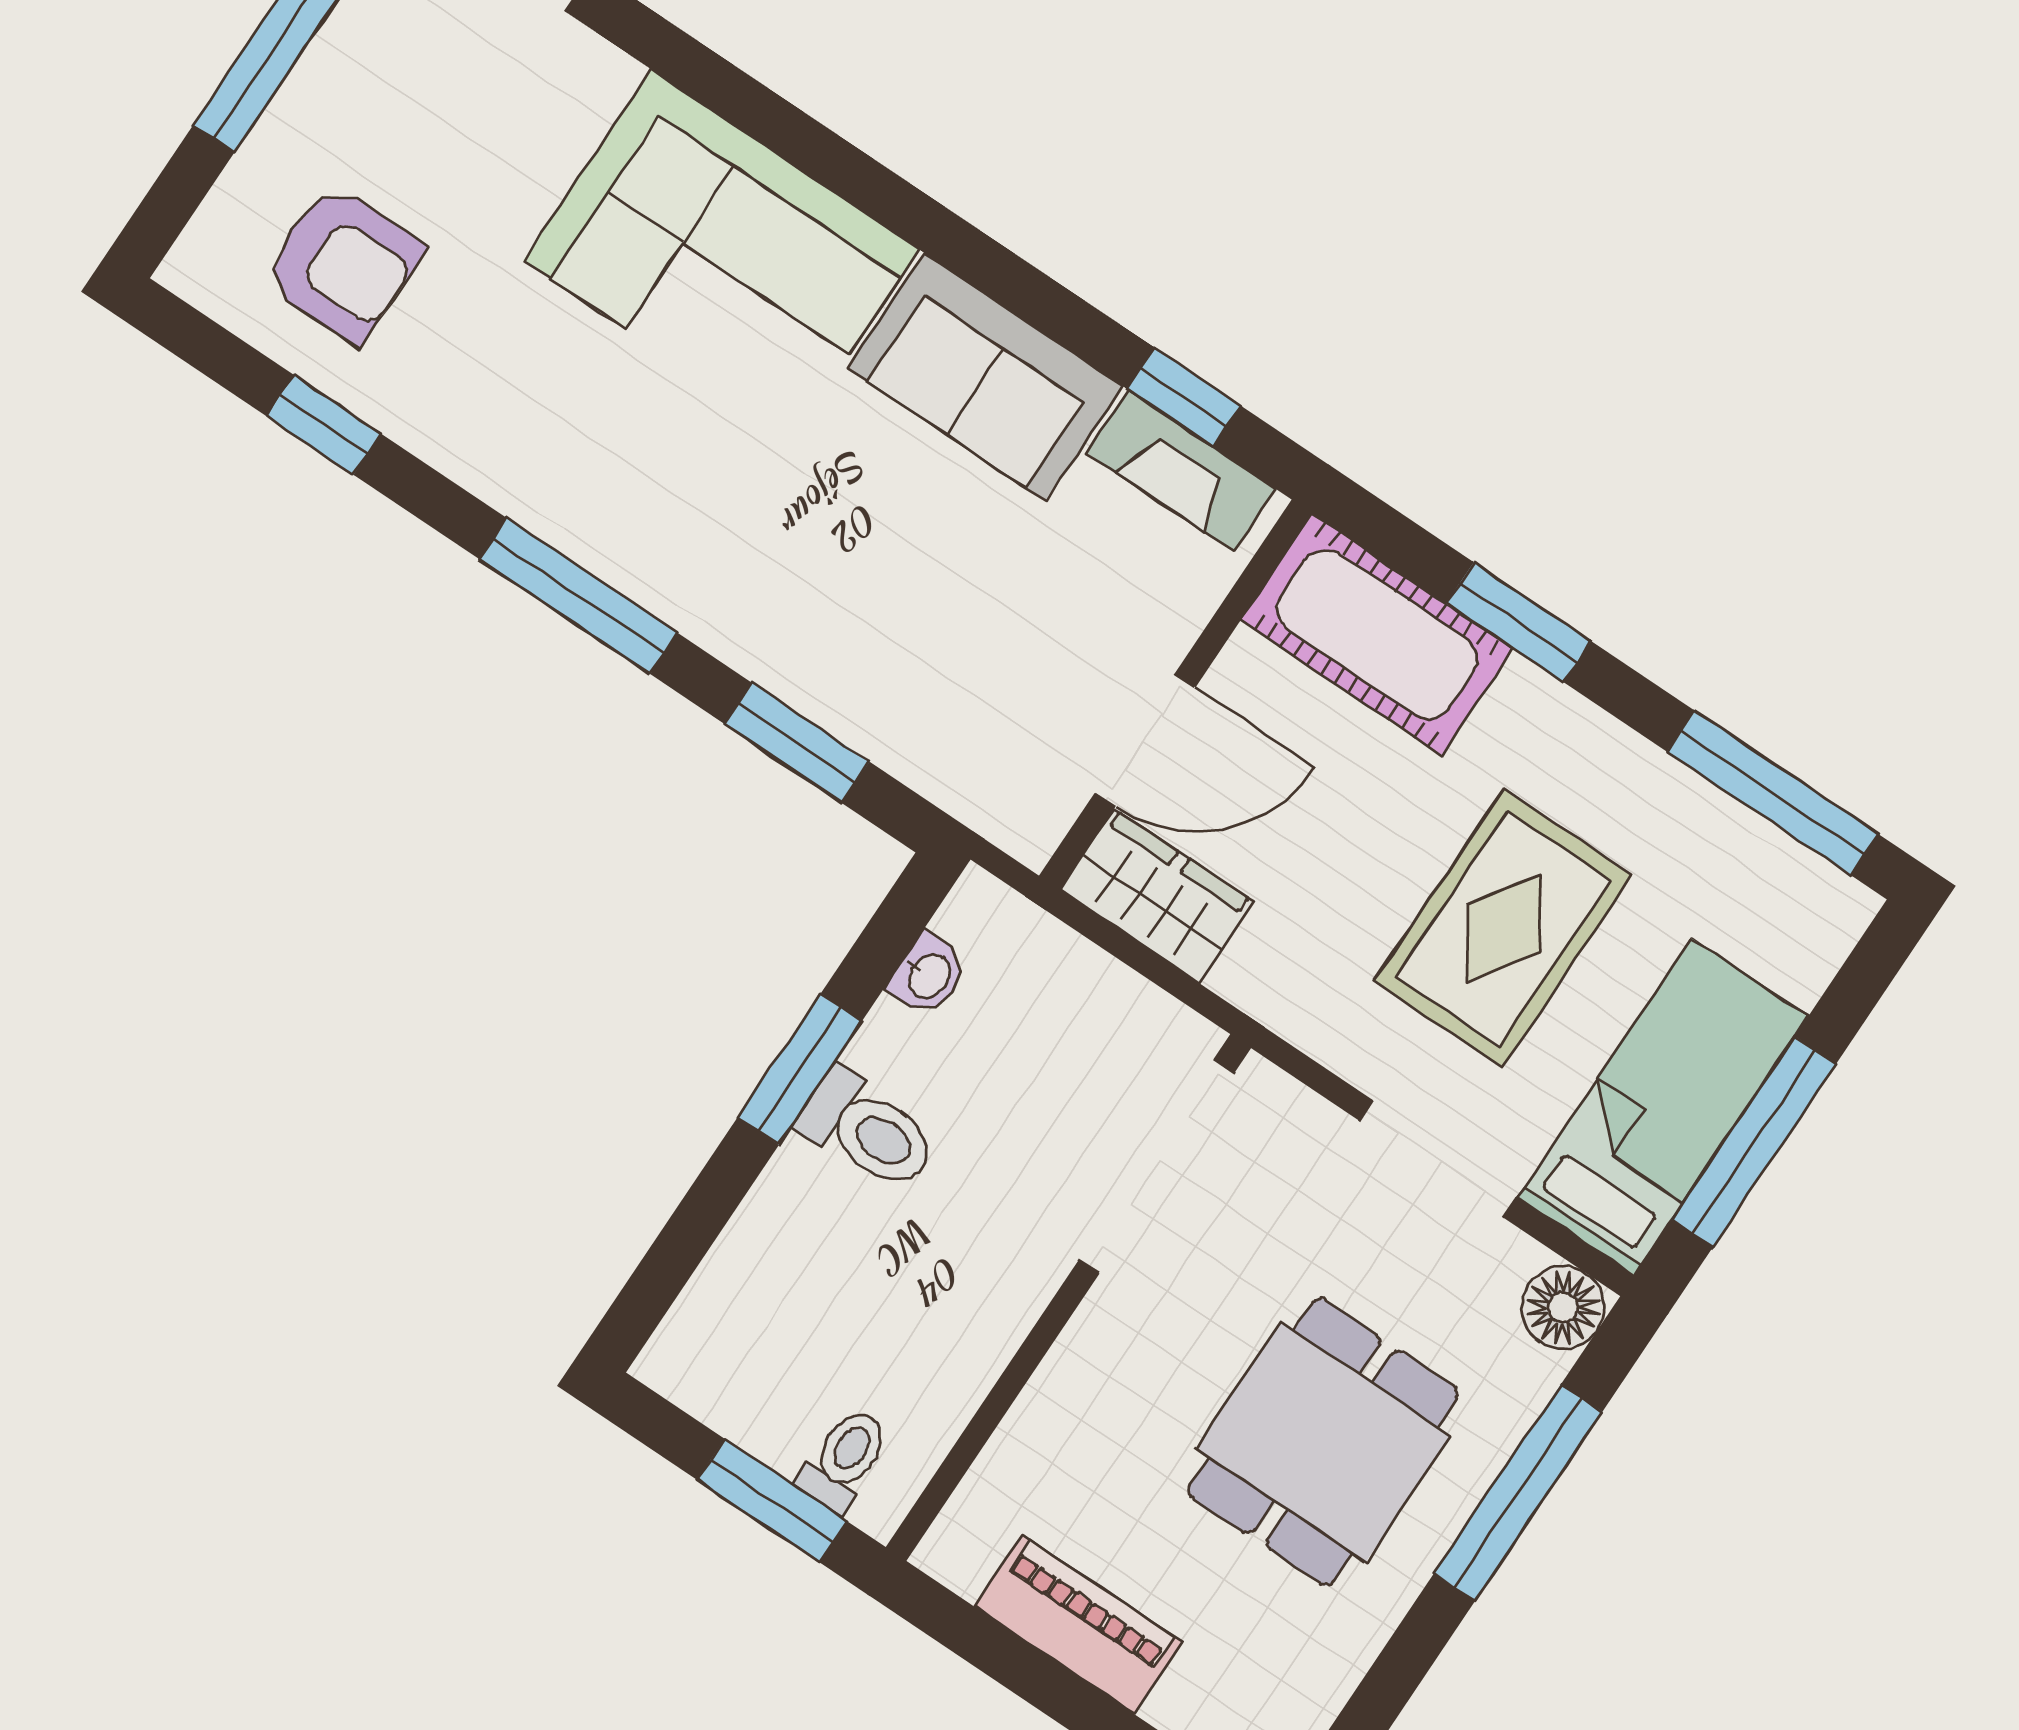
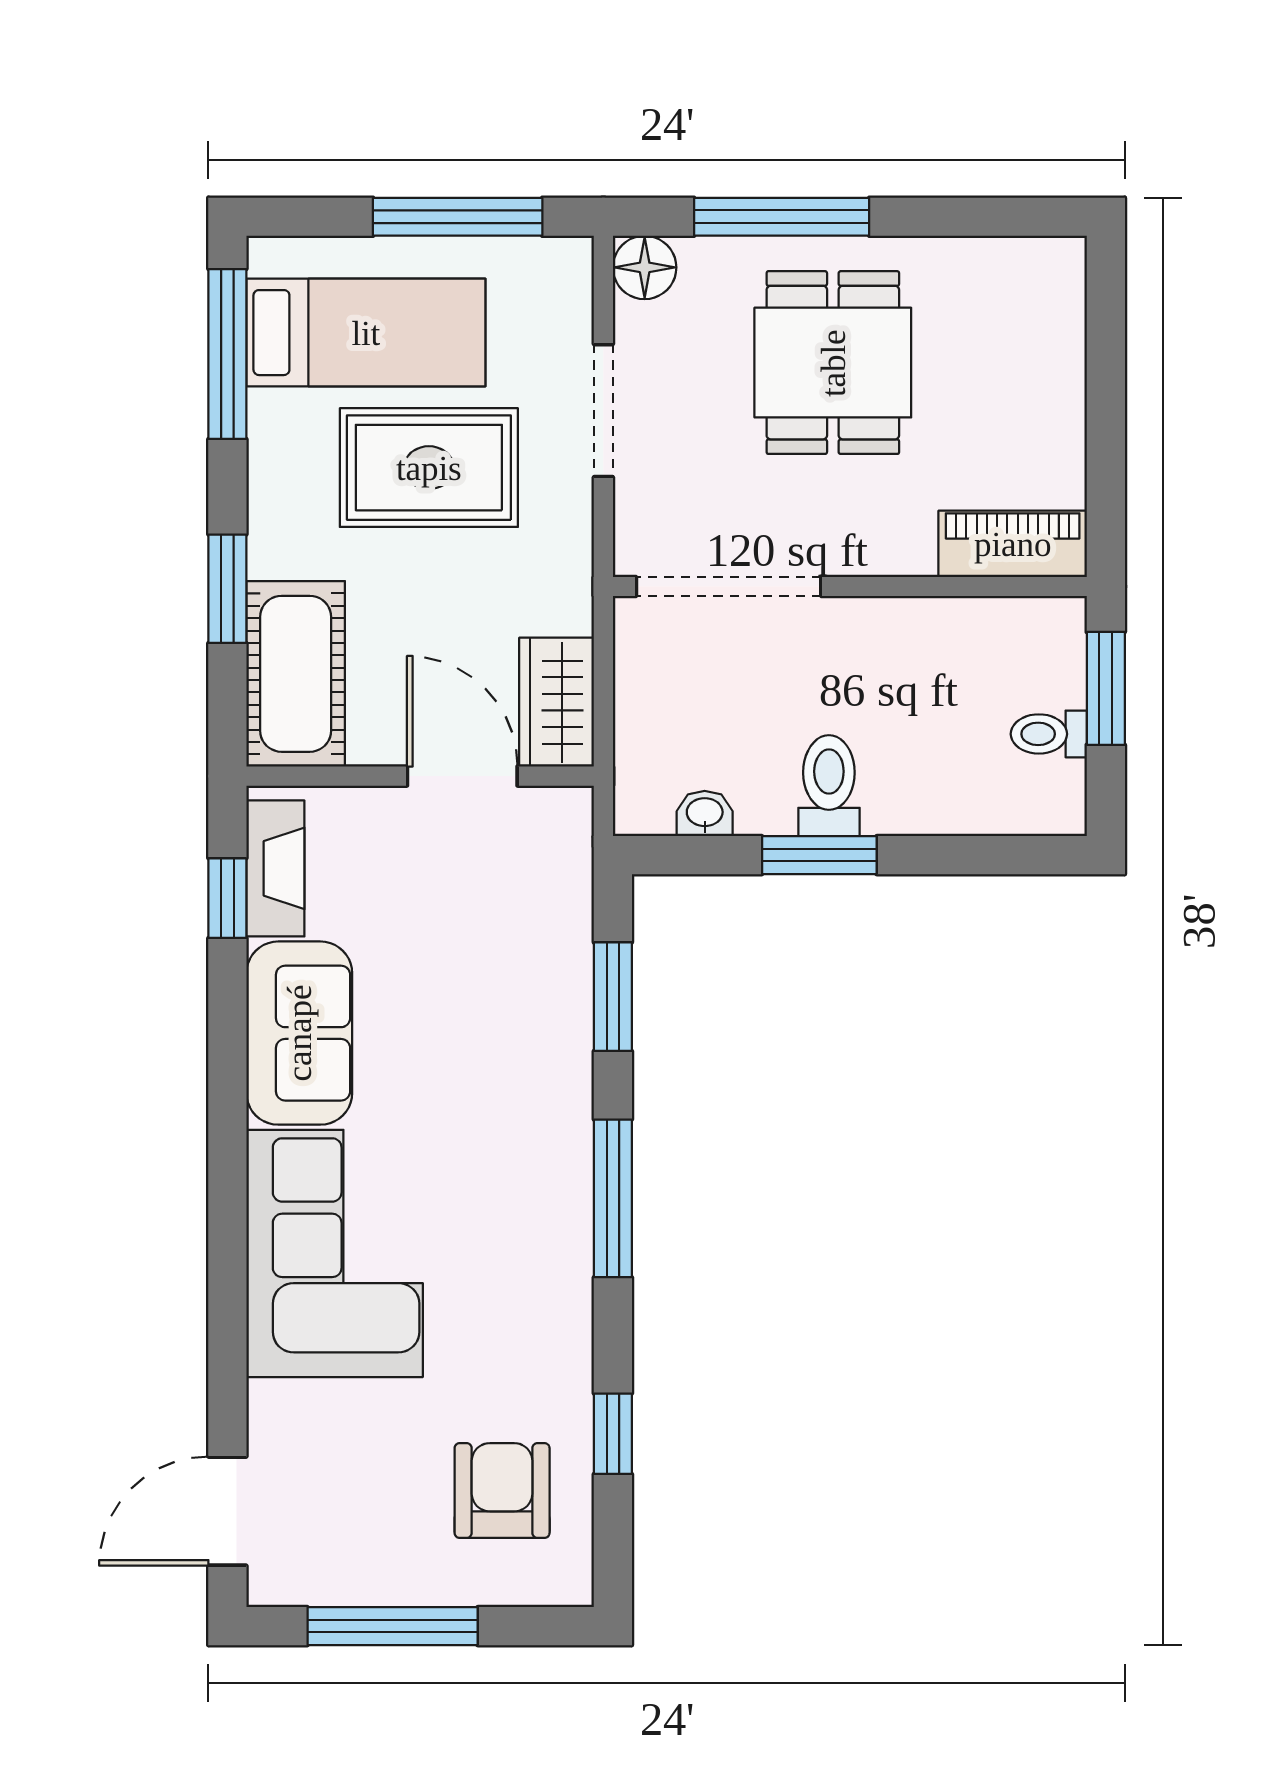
bed: (1663, 1107) -> (366, 333), moved, turned 180
dining table: (1323, 1442) -> (833, 363), turned 90
toilet: (844, 1459) -> (1049, 734), moved
piano: (1078, 1624) -> (1013, 544), moved, turned 90

